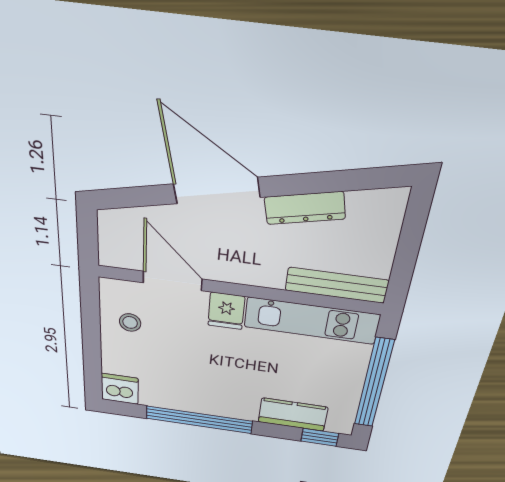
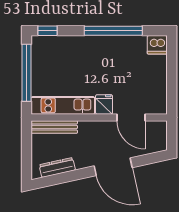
dresser: (305, 208) -> (57, 167), moved
stool: (130, 322) -> (152, 90), removed
kitchen counter: (293, 415) -> (64, 44), removed

